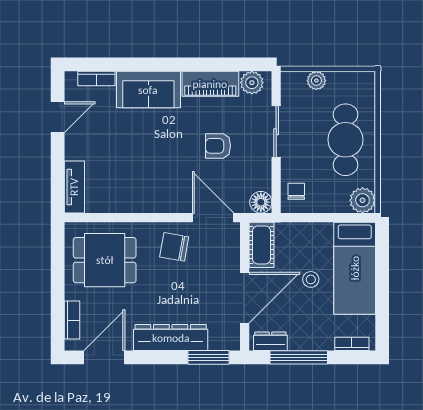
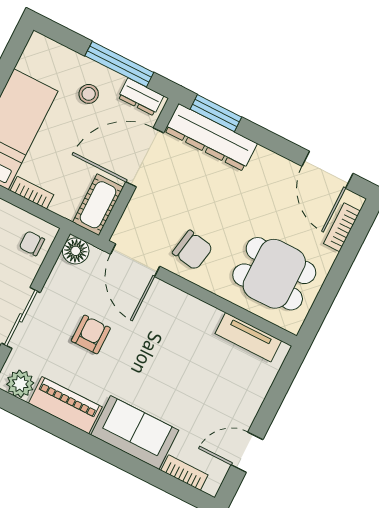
armchair: (218, 146) -> (91, 334), turned -90
tv unit: (74, 187) -> (248, 337), moved, turned -90
chair: (296, 191) -> (32, 243), turned 90
stool: (311, 279) -> (89, 94), moved
dresser: (171, 338) -> (211, 137), moved
bookcase: (352, 344) -> (32, 193), moved, turned 180
door: (104, 357) -> (327, 170), hinge flipped

